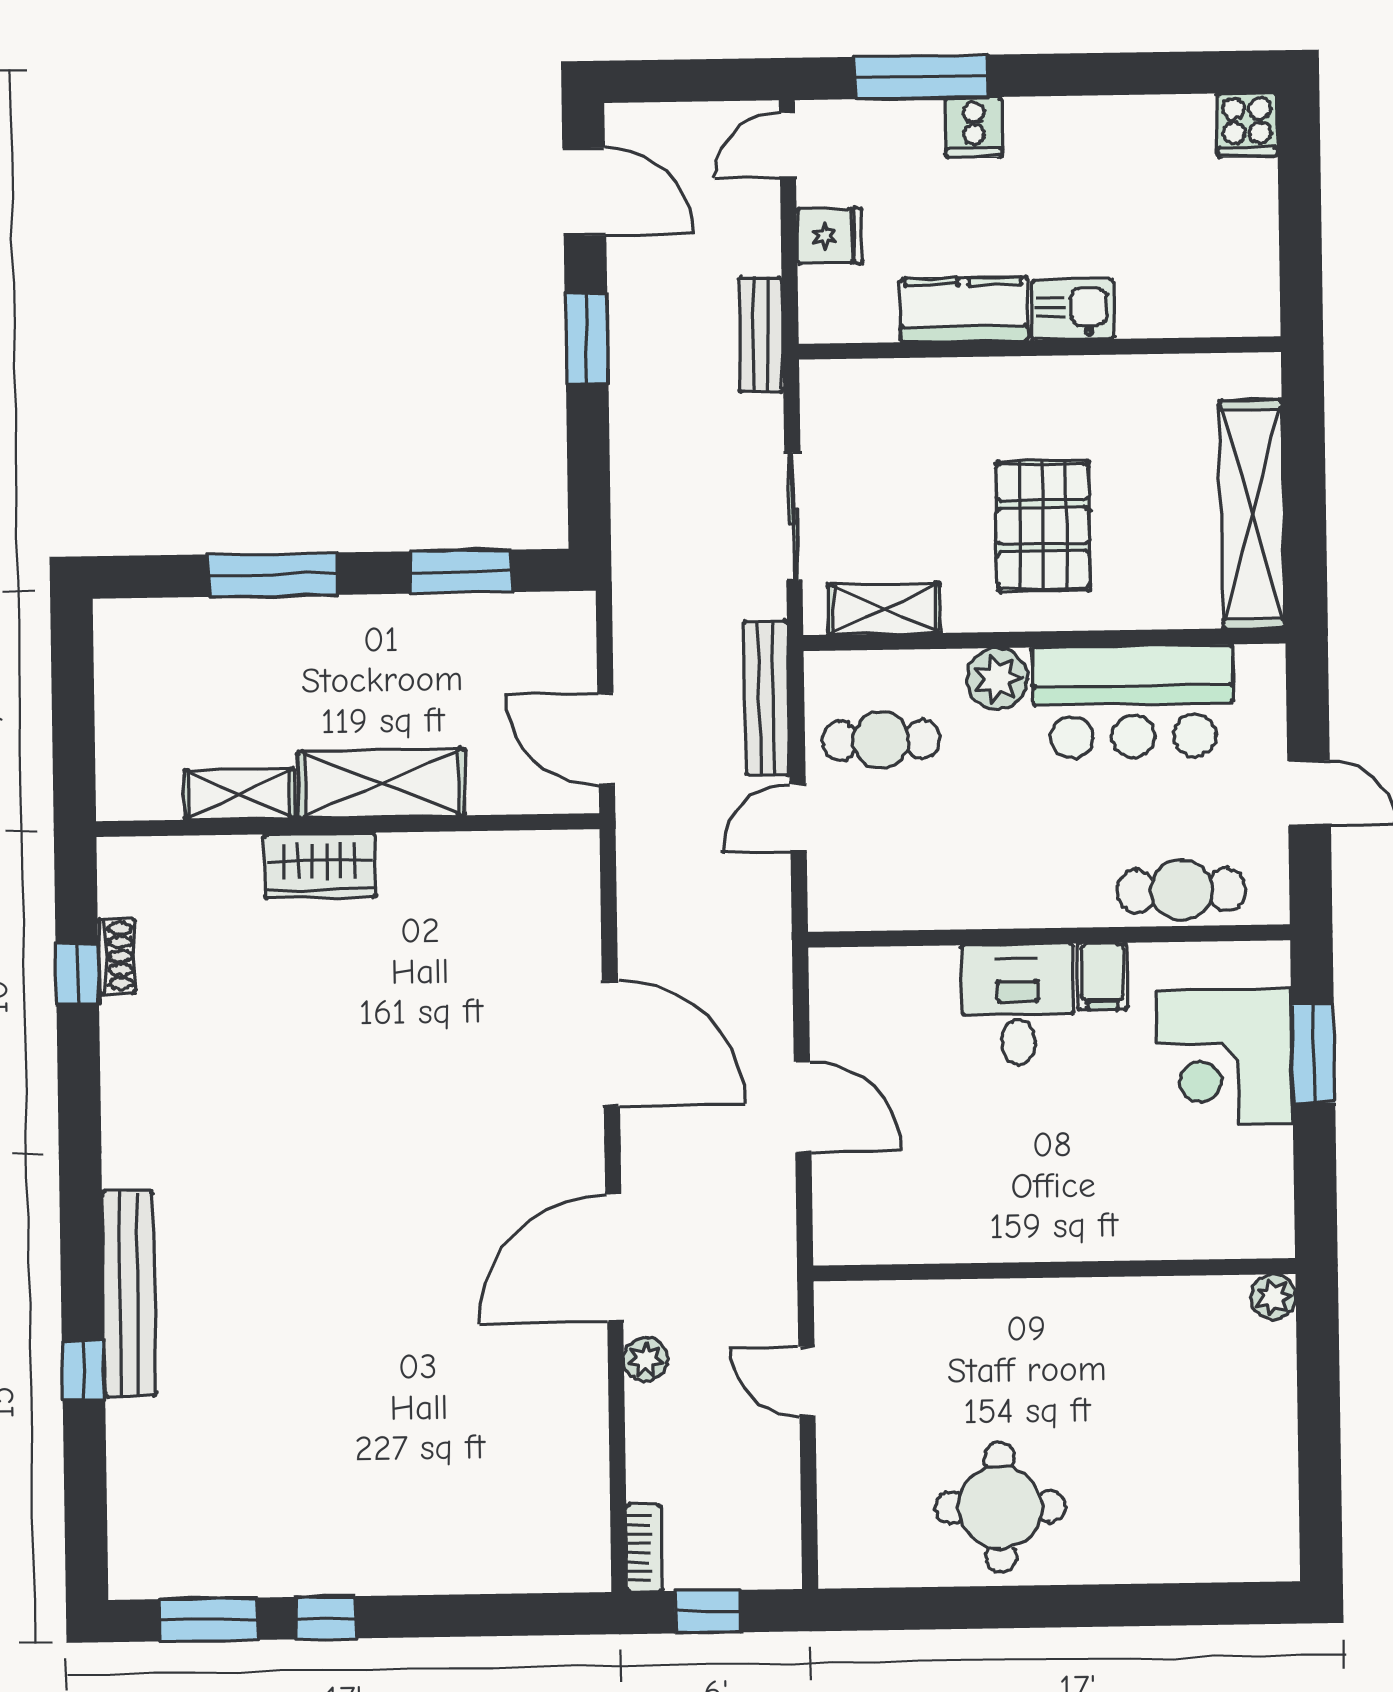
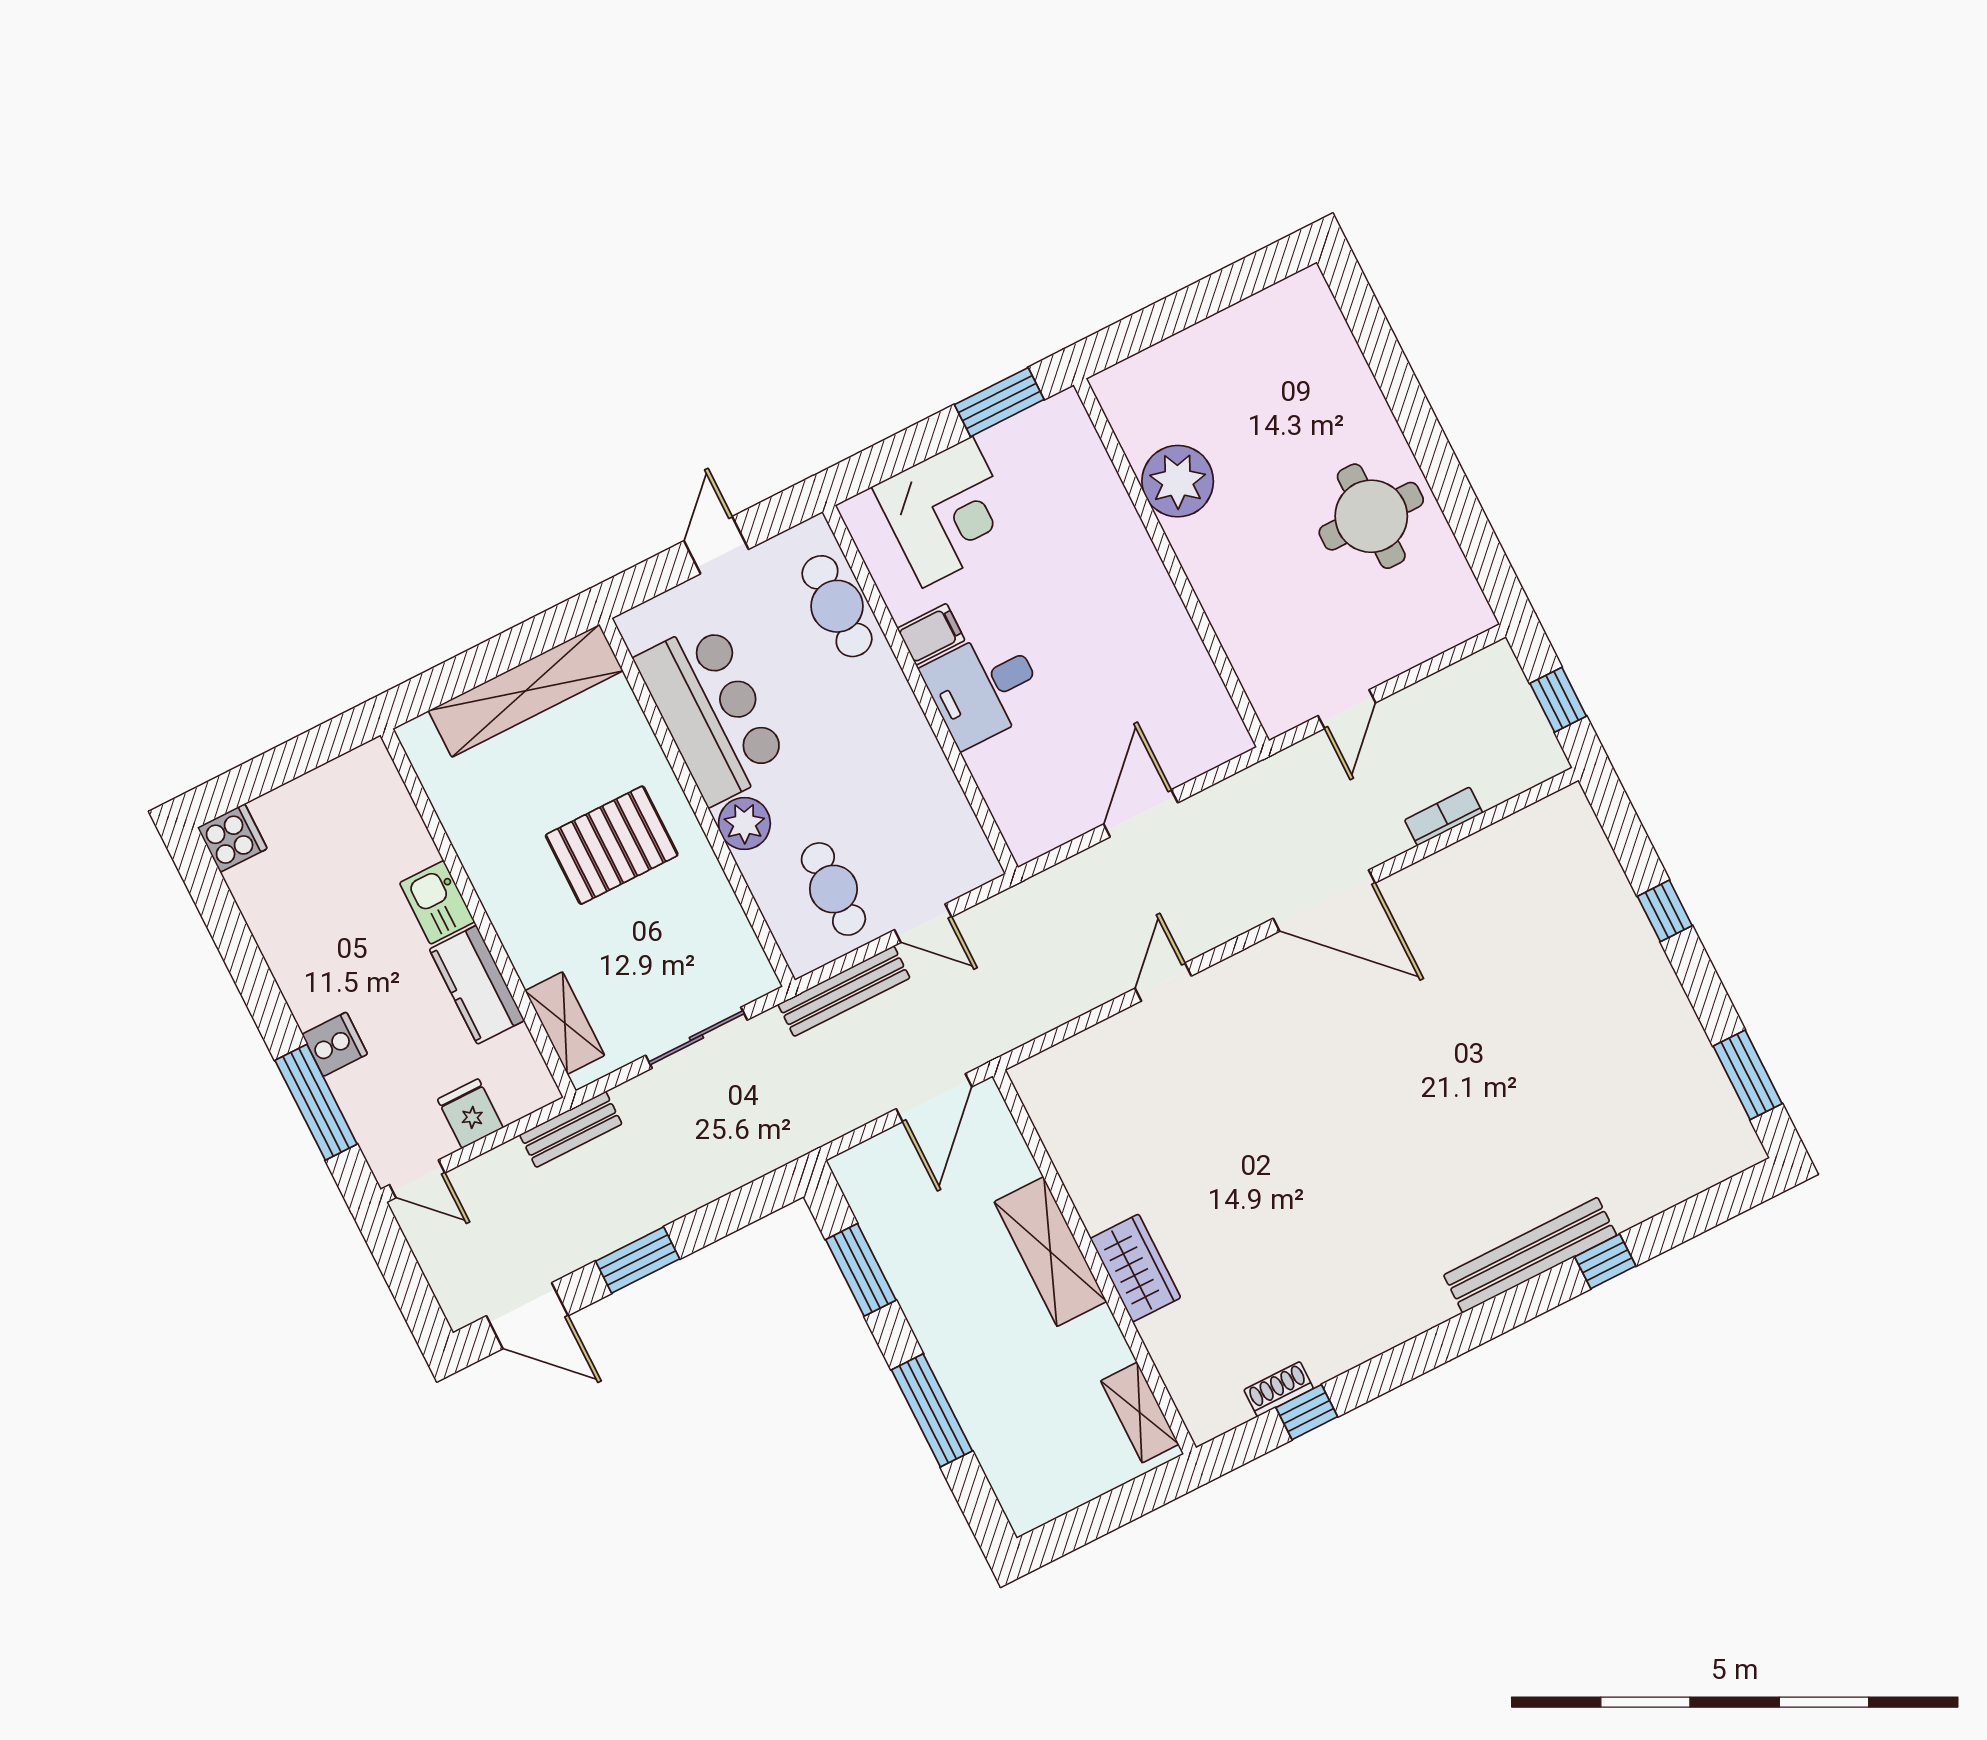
door: (584, 192) -> (527, 1316), swing flipped
shelving: (884, 609) -> (565, 1023), moved
shelving: (239, 794) -> (1140, 1413), moved
door: (611, 1044) -> (1163, 982), width x0.53
window: (1313, 1053) -> (999, 402), moved
plant: (1273, 1297) -> (1178, 481), moved, width x1.88, depth x1.88
plant: (646, 1359) -> (1390, 840), removed
bookcase: (644, 1548) -> (1444, 816), moved
window: (326, 1618) -> (1665, 911), moved

